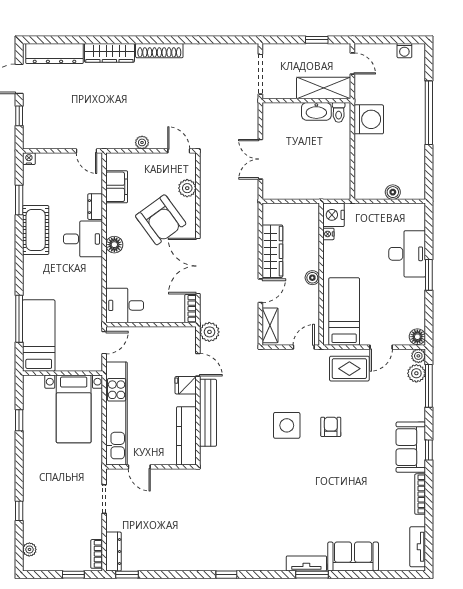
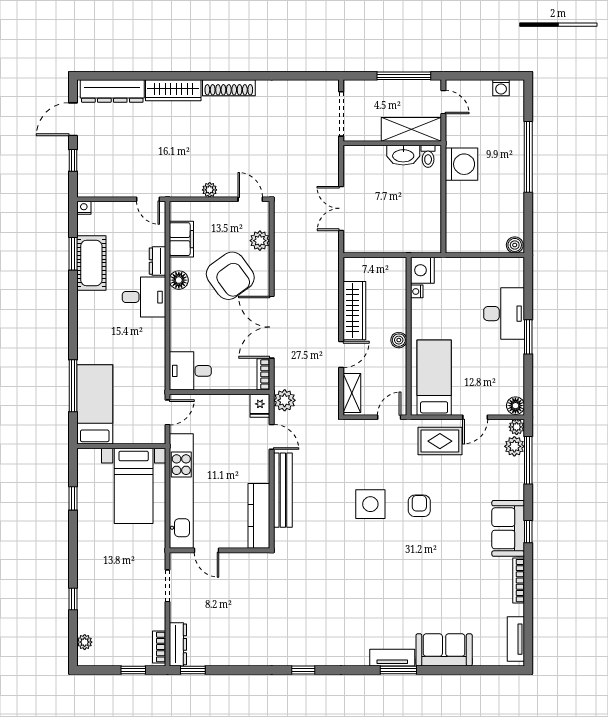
window: (317, 40) -> (404, 76), width x2.17
boiler: (393, 192) -> (515, 245), moved
cot: (36, 230) -> (91, 263), moved
floor lamp: (114, 245) -> (179, 280), moved
fridge: (186, 385) -> (260, 406), moved, turned -90

